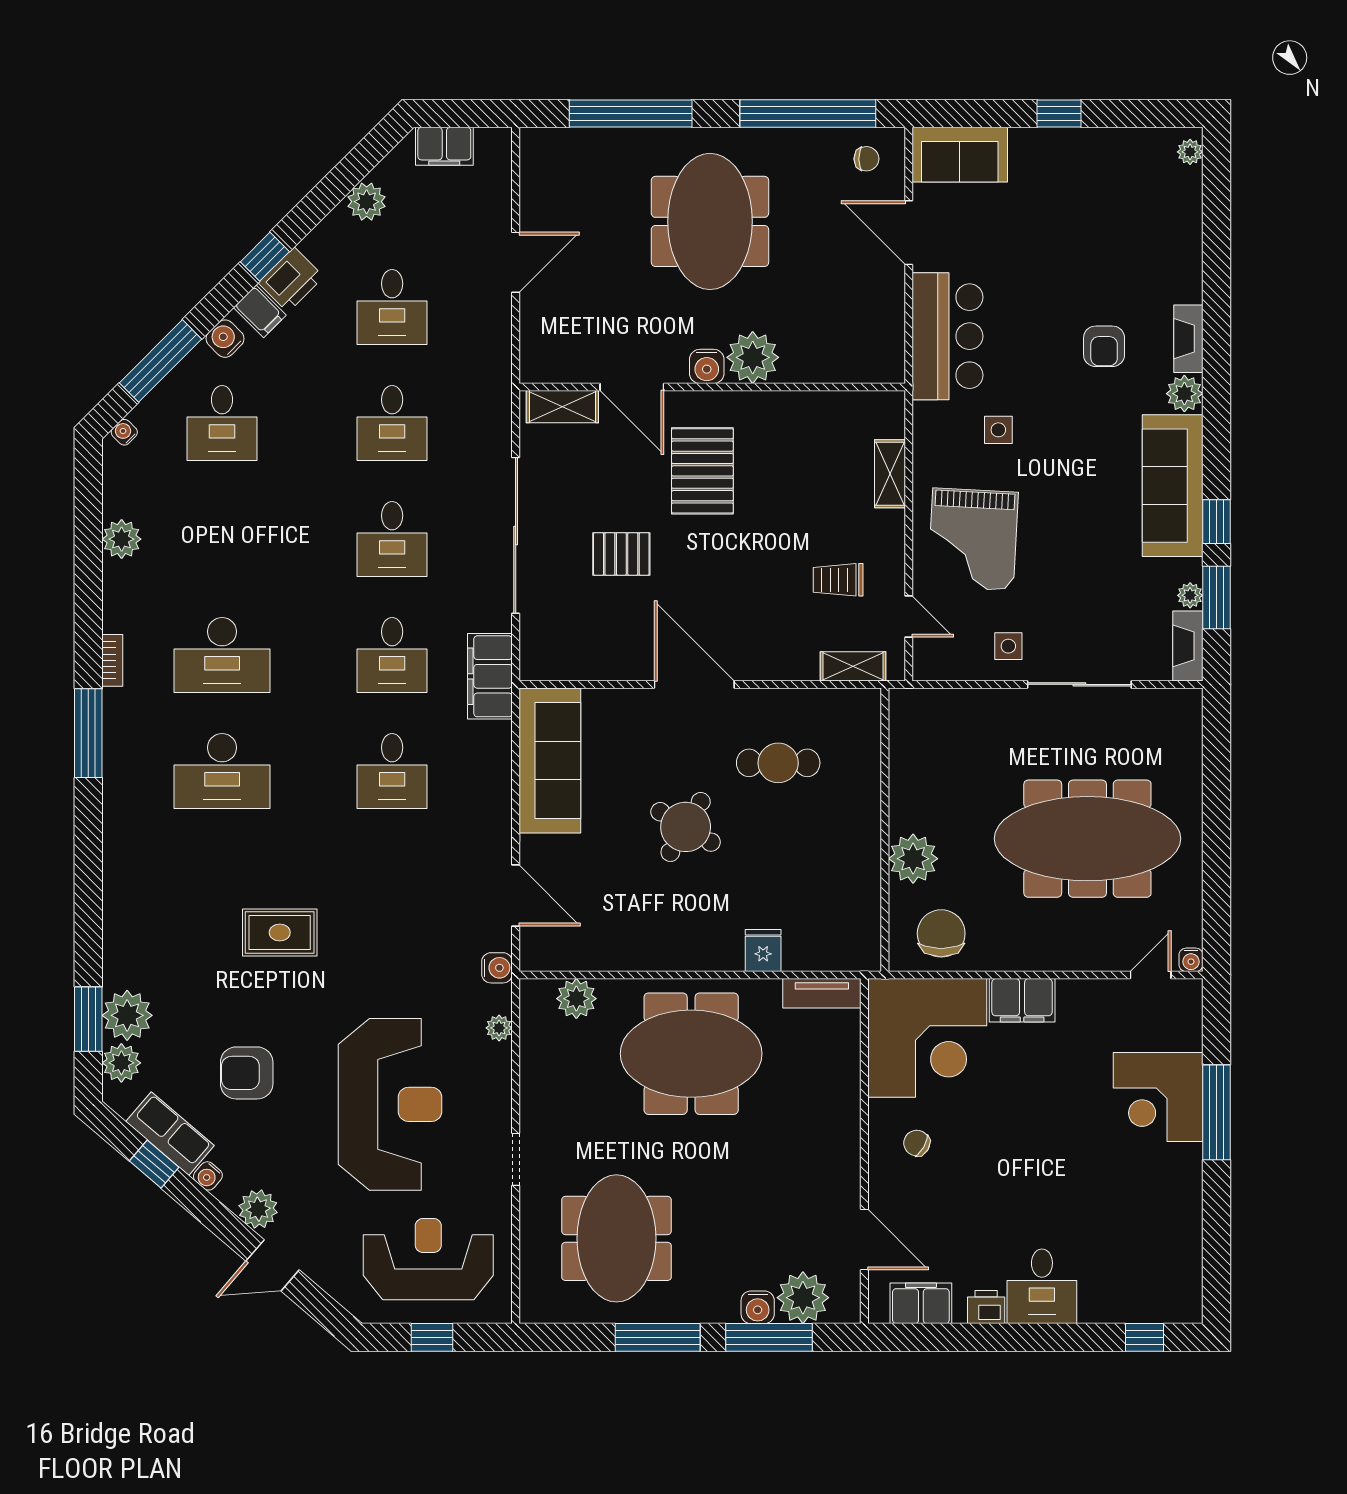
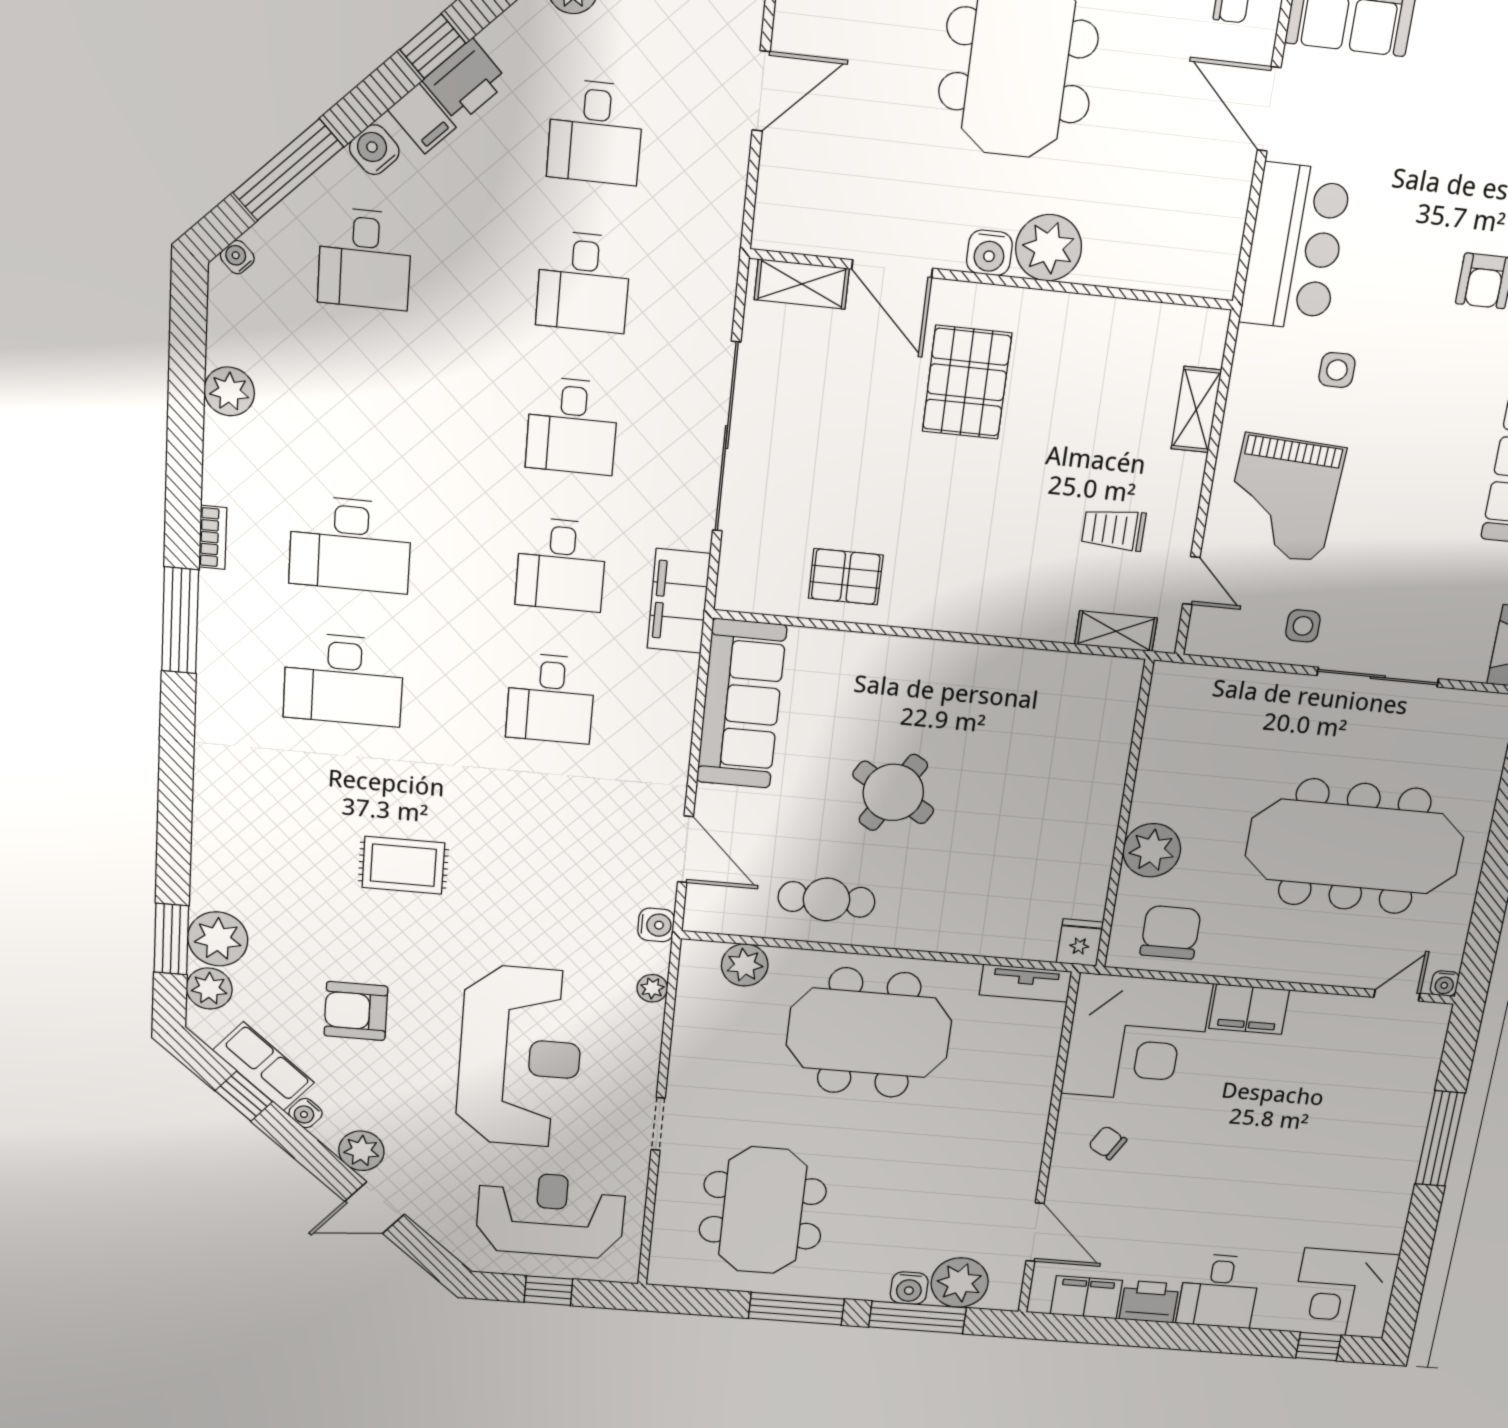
pallet: (621, 554) -> (846, 577), moved
door: (694, 684) -> (924, 634), removed
cafe table: (778, 763) -> (827, 899), moved
fridge: (763, 950) -> (1080, 943), moved
corner desk: (1158, 1097) -> (1344, 1293), moved
printer: (986, 1307) -> (1149, 1302), width x1.36, depth x1.24

